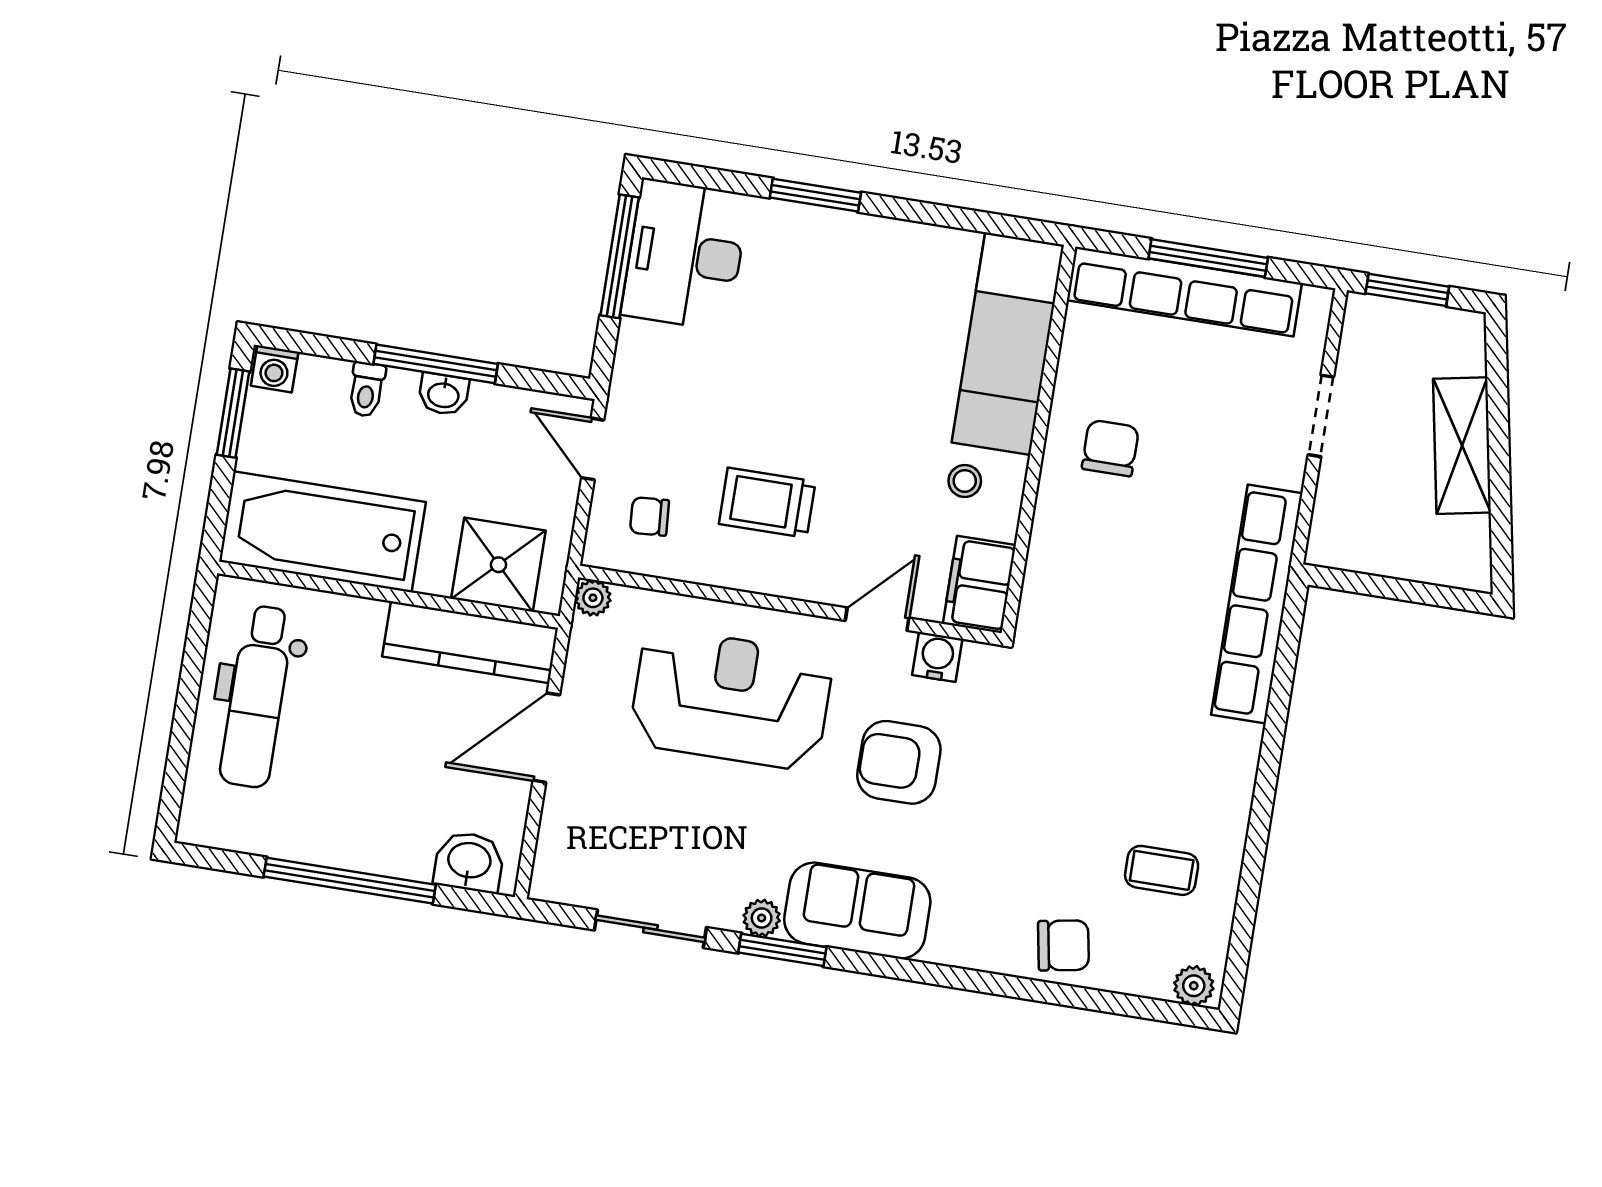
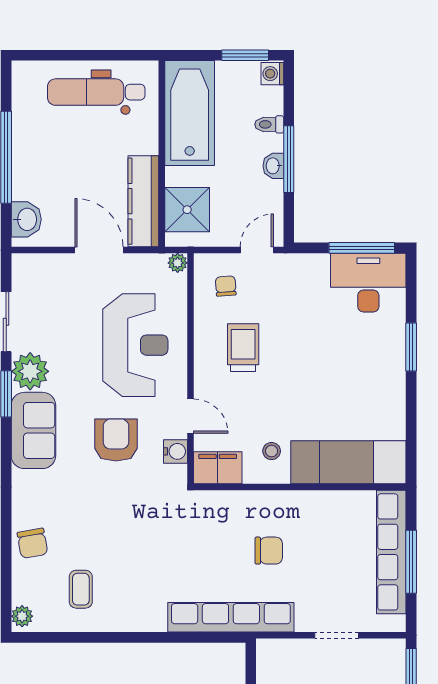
chair: (1110, 448) -> (269, 551), moved
plant: (762, 918) -> (30, 371), width x1.87, depth x1.87

